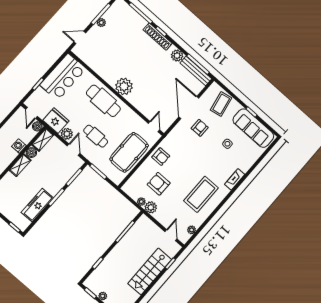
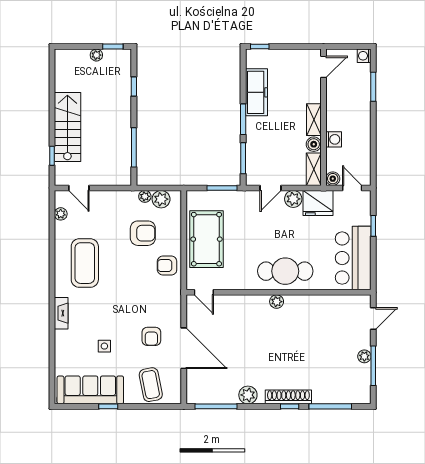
bench: (196, 71) -> (212, 397), removed
plant: (124, 86) -> (277, 302), width x0.53, depth x0.53
cafe table: (96, 136) -> (259, 224), removed
door: (73, 150) -> (270, 188), hinge flipped
plant: (151, 207) -> (161, 199), moved

